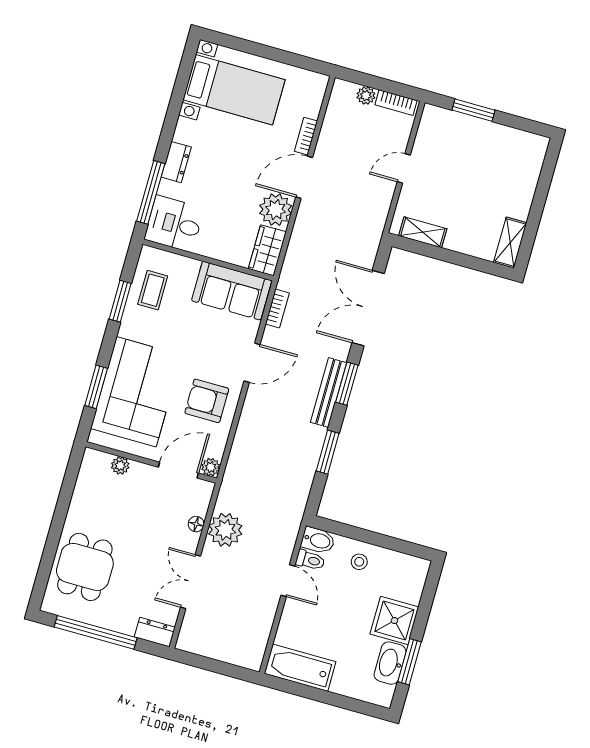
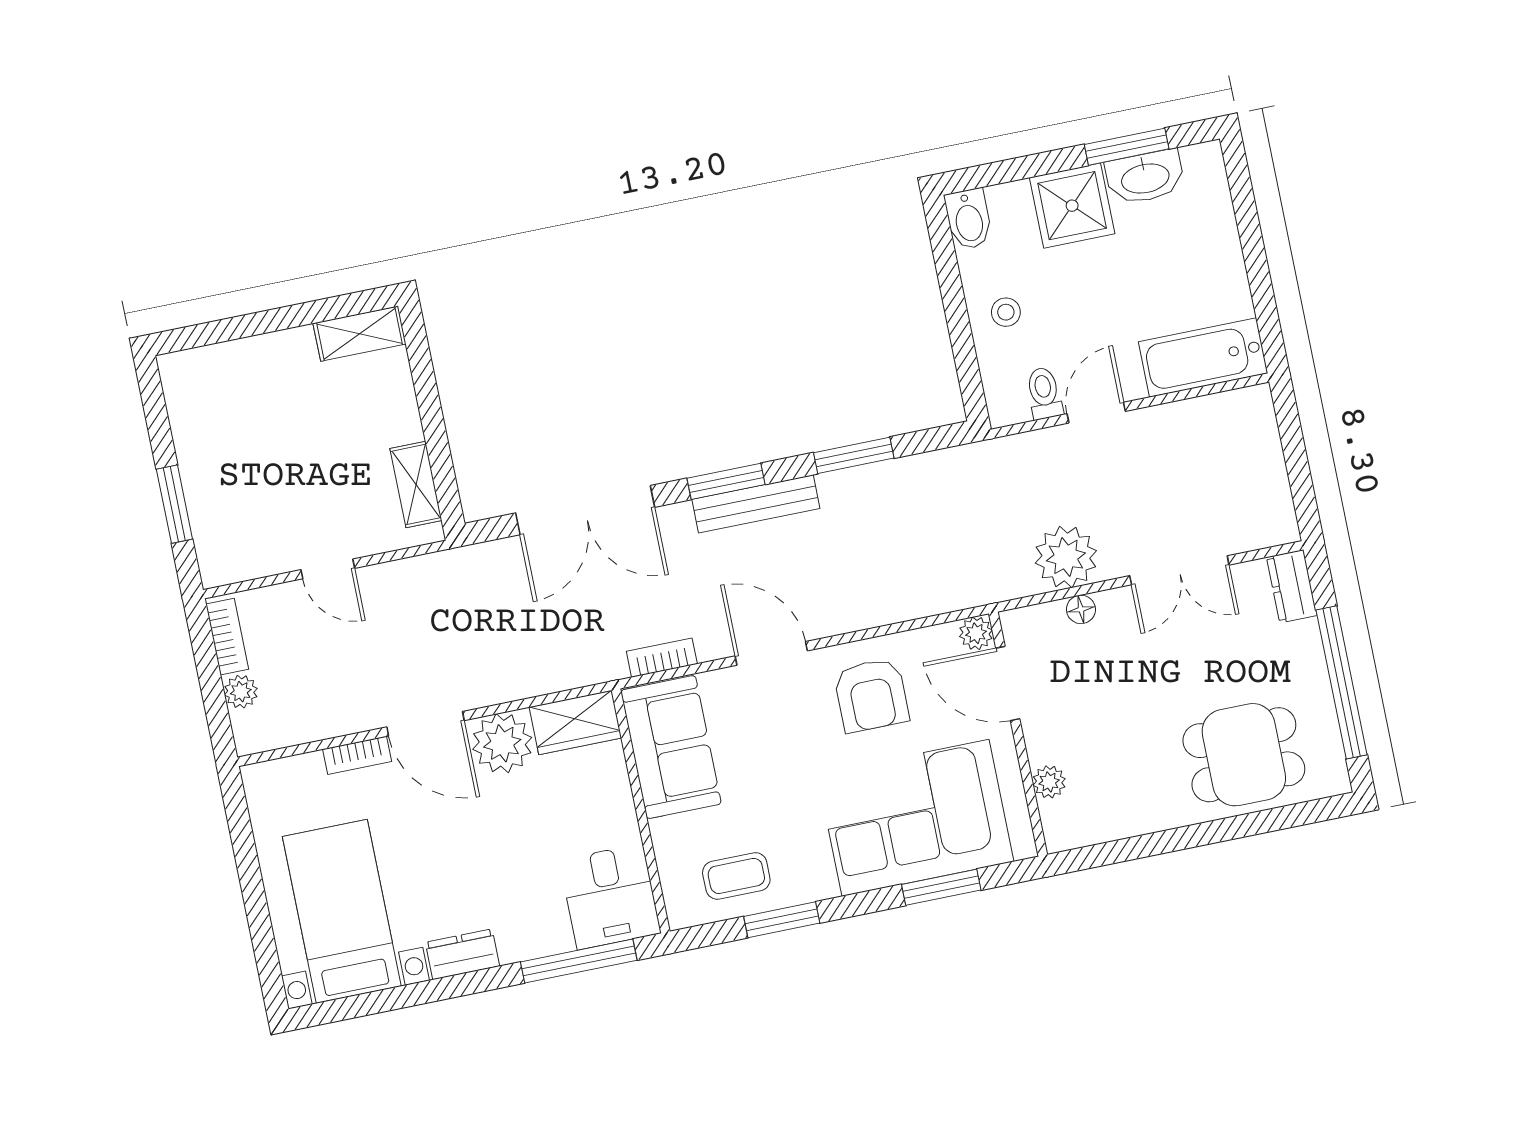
dresser: (176, 162) -> (462, 954), moved
bidet: (318, 540) -> (969, 219), moved, turned 180
bathtub: (300, 668) -> (1203, 358), moved, turned 90

